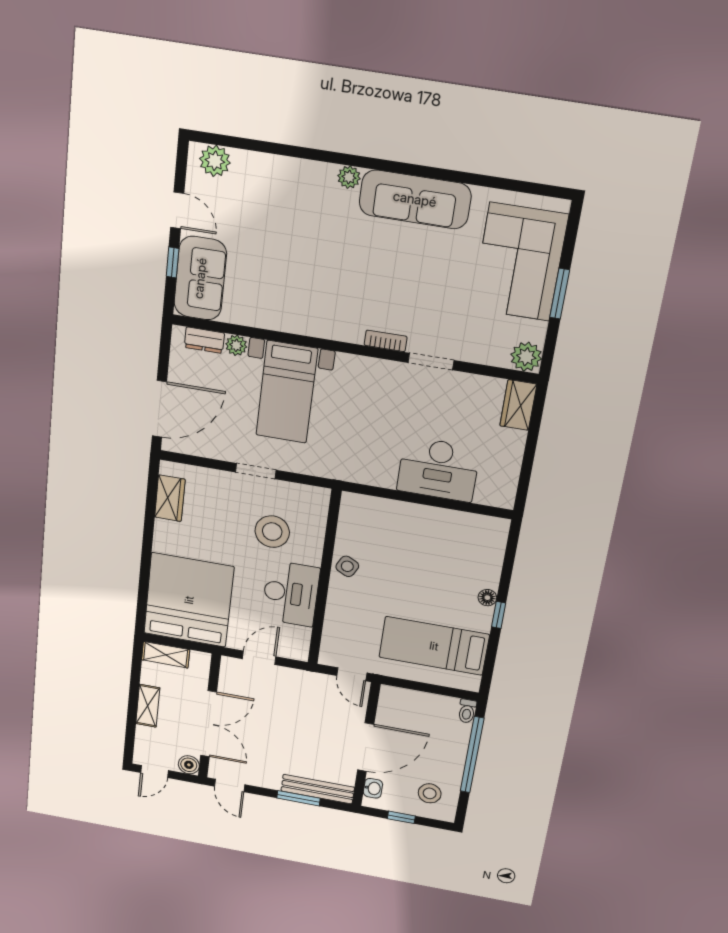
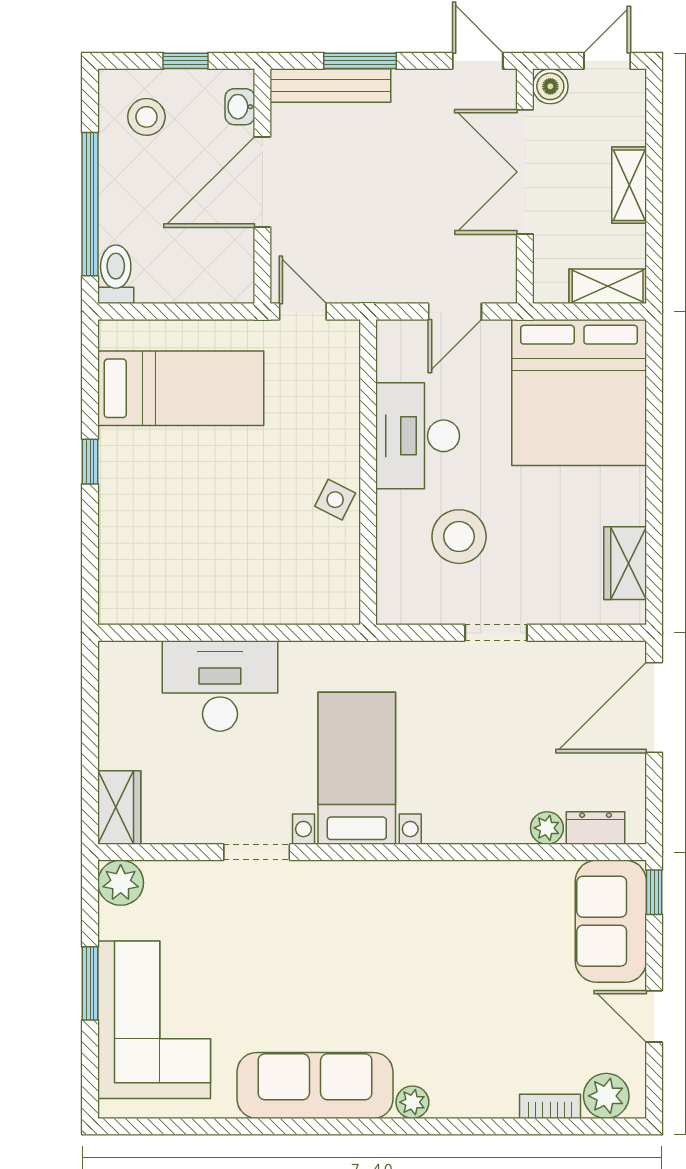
window: (173, 262) -> (654, 892), moved
bookcase: (386, 341) -> (550, 1106), moved, turned 180
bed with nightstands: (287, 392) -> (357, 768), moved
floor lamp: (487, 598) -> (112, 488), removed
toilet: (467, 711) -> (116, 274), width x1.37, depth x1.39

